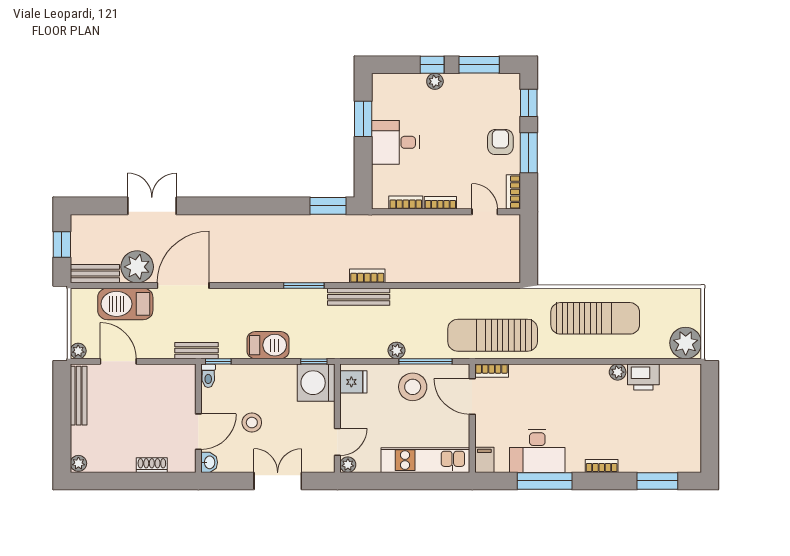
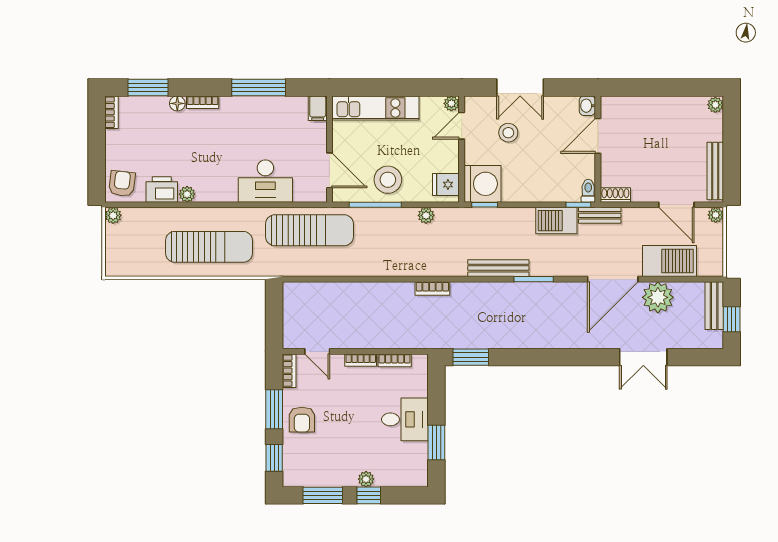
bench: (95, 274) -> (714, 306), moved, turned 90
window: (304, 285) -> (534, 279), moved
bench: (359, 297) -> (498, 268), moved
sun lounger: (595, 318) -> (209, 247), turned 180
plant: (686, 343) -> (113, 215), width x0.53, depth x0.53
barbecue: (268, 345) -> (556, 221), moved
plant: (396, 350) -> (426, 215), moved
bookcase: (492, 371) -> (111, 112), moved, turned 90
armchair: (684, 383) -> (122, 184), added
stool: (252, 423) -> (508, 133), moved
desk: (537, 451) -> (265, 181), moved, turned 180
shoe rack: (152, 465) -> (615, 195), moved, turned 180
floor lamp: (627, 465) -> (177, 103), added

